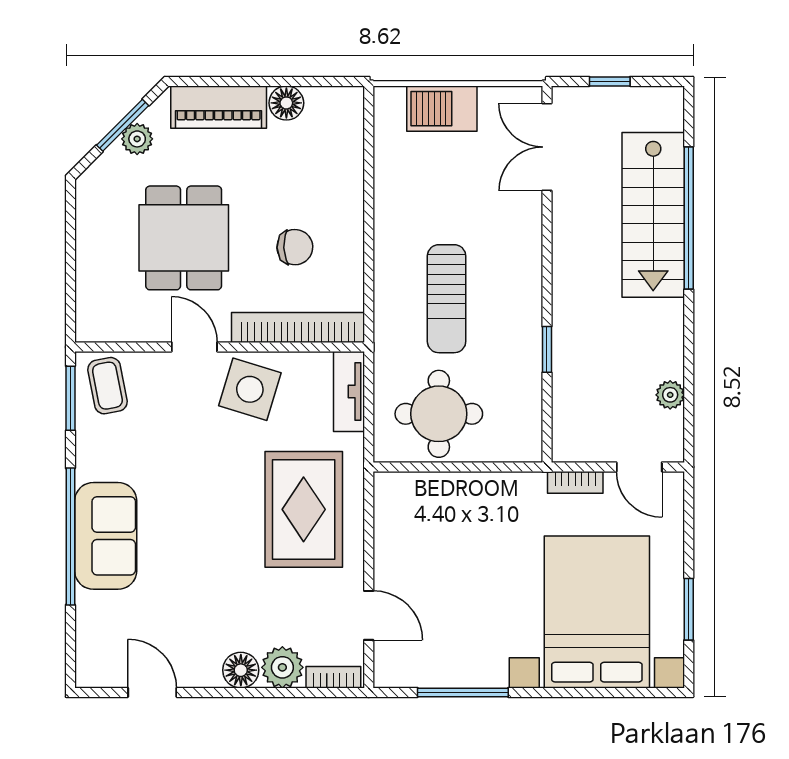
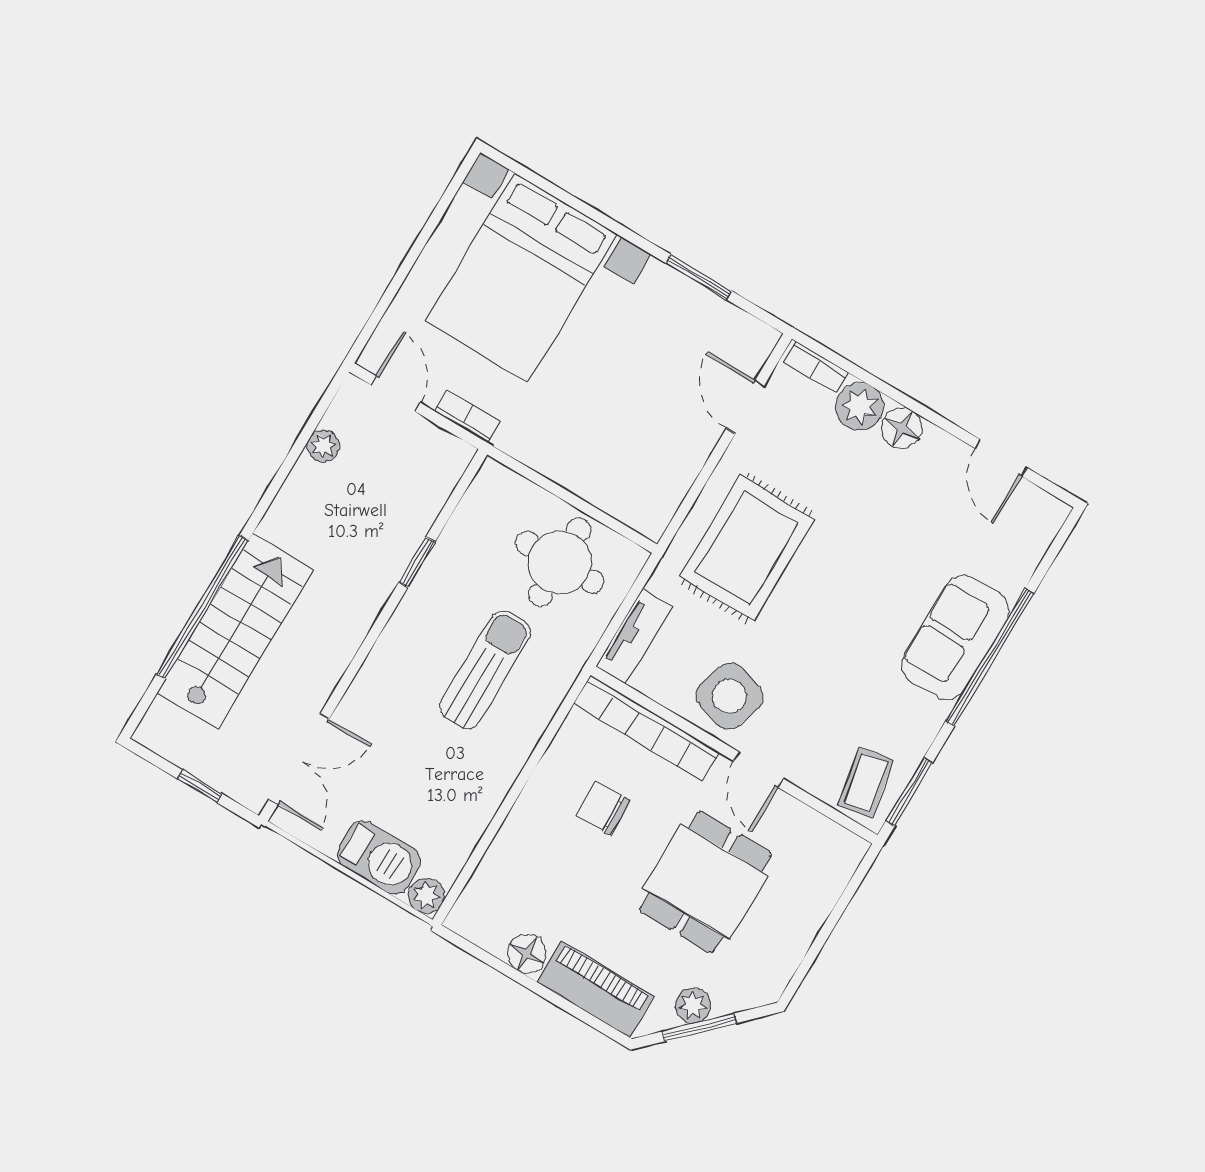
plant: (389, 101) -> (427, 896), added
window: (689, 609) -> (430, 226), removed
window: (463, 692) -> (699, 277), width x0.69

